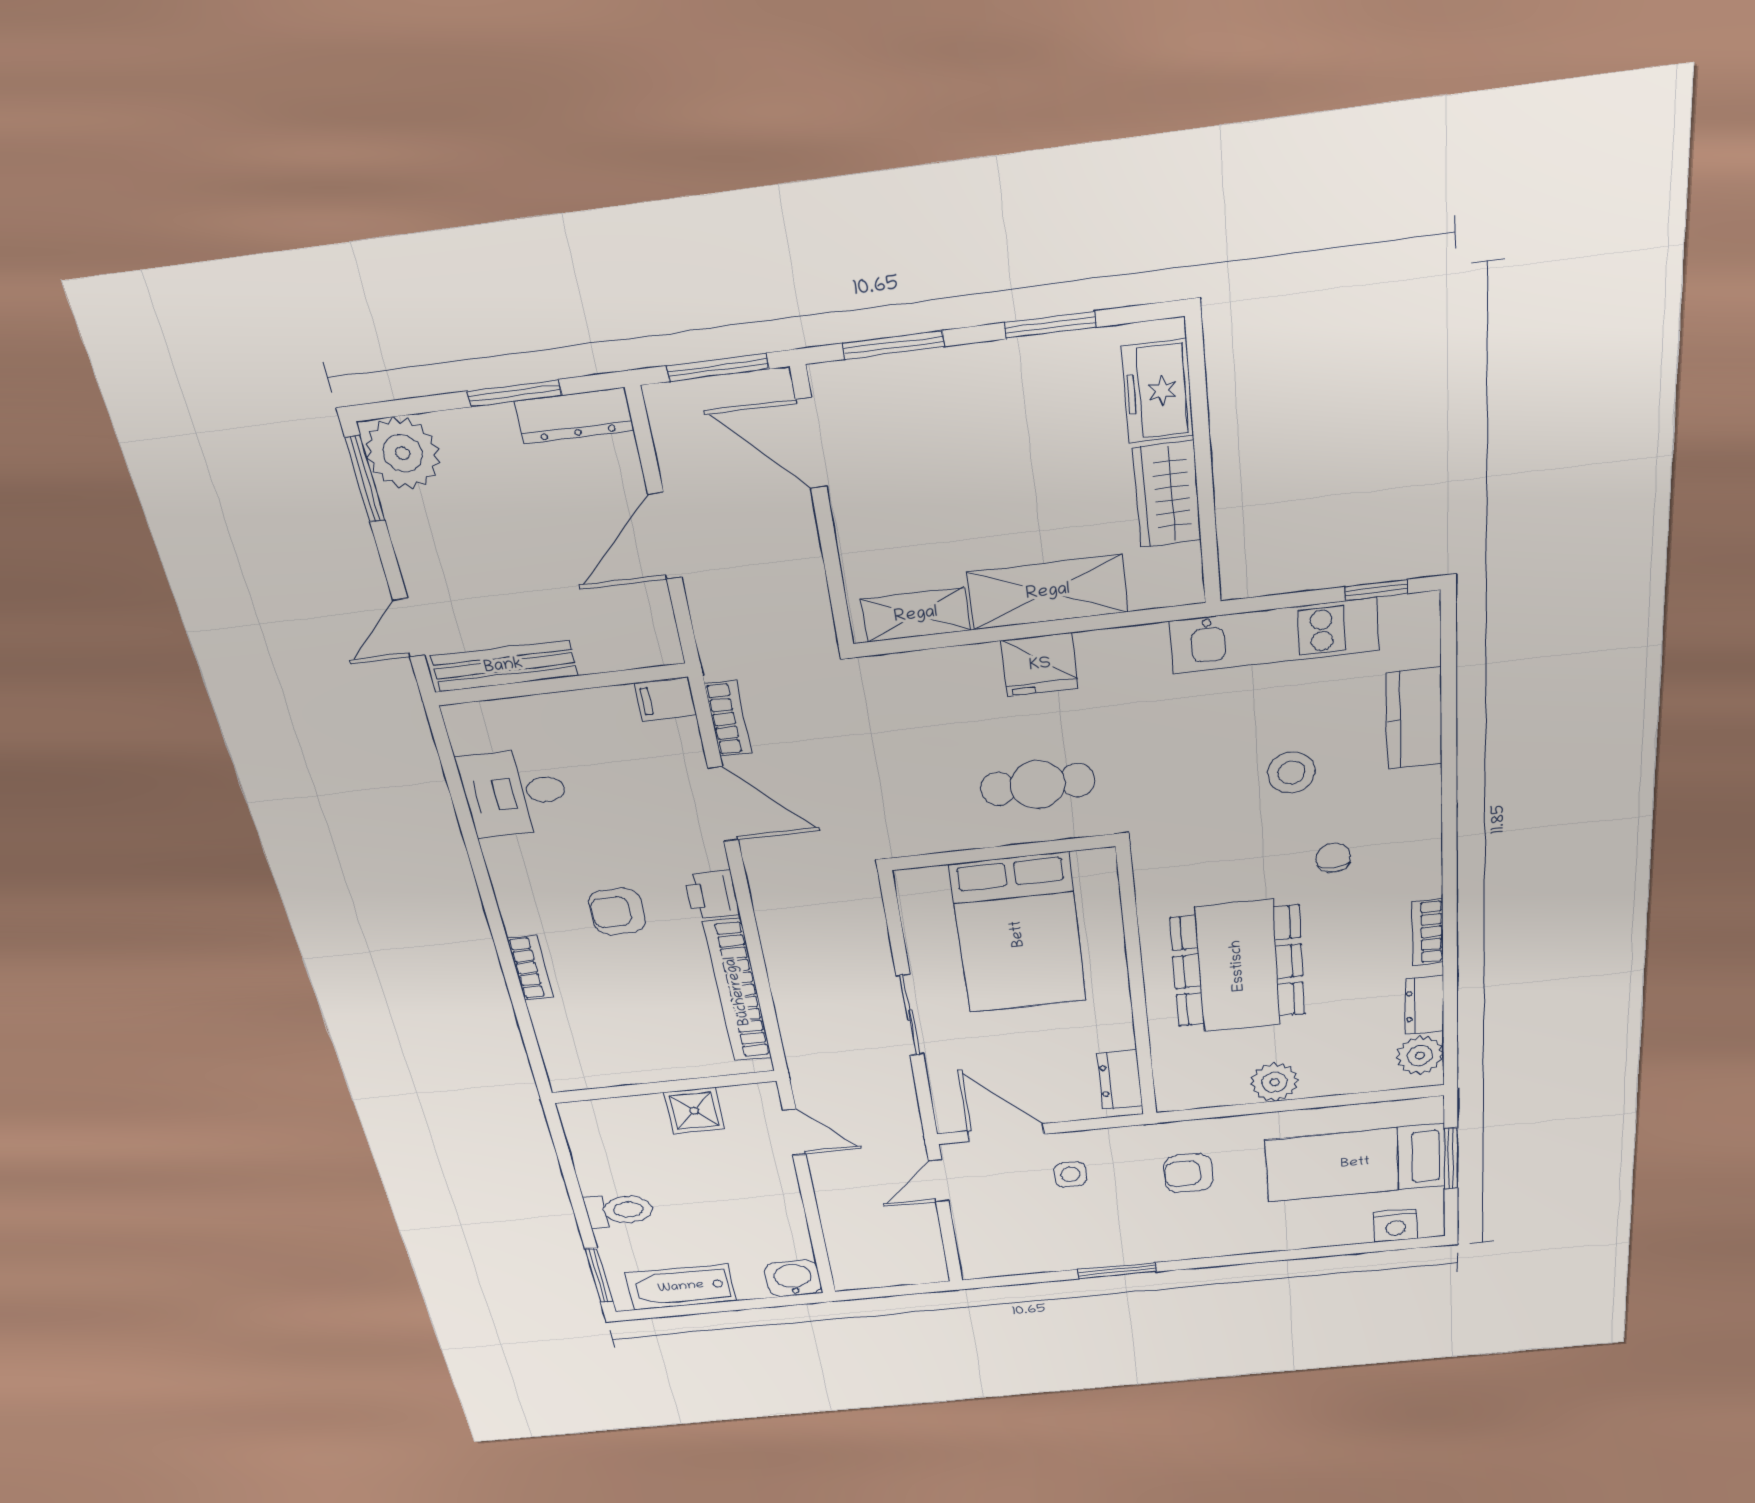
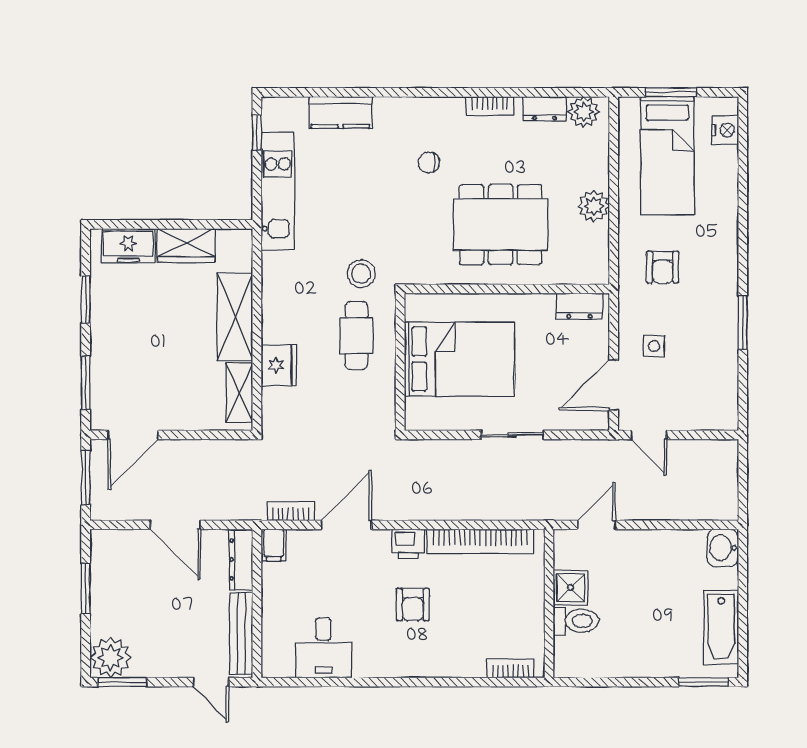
dresser: (574, 416) -> (241, 560), moved, turned 180
fridge: (1040, 665) -> (279, 365), moved
stool: (1291, 773) -> (361, 274), moved
bookcase: (530, 968) -> (511, 668), moved
toilet: (619, 1210) -> (576, 621), moved, turned 90

